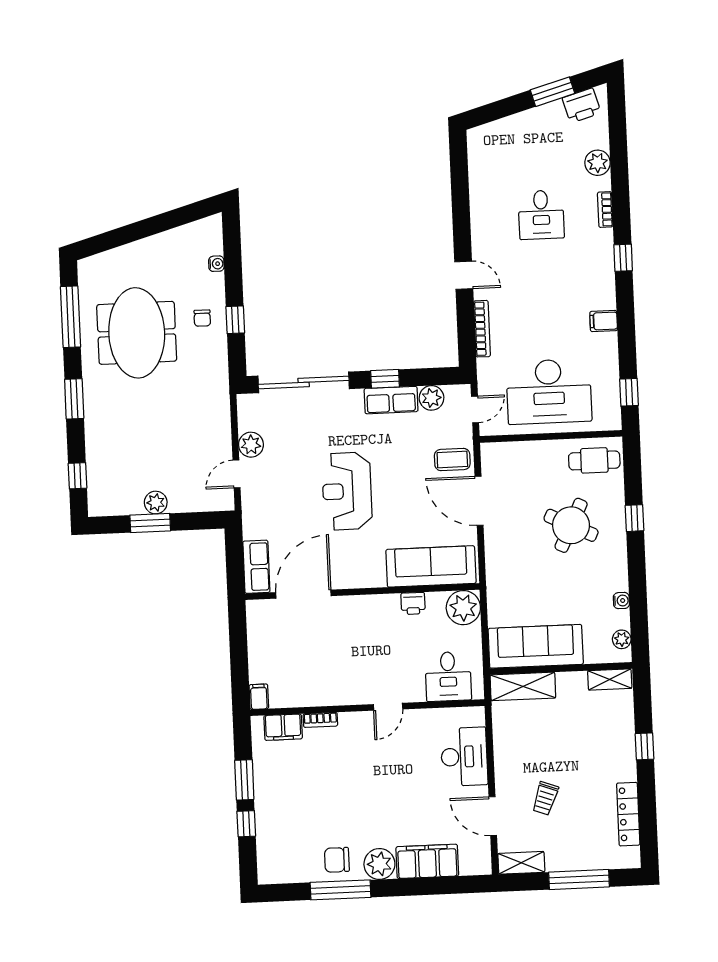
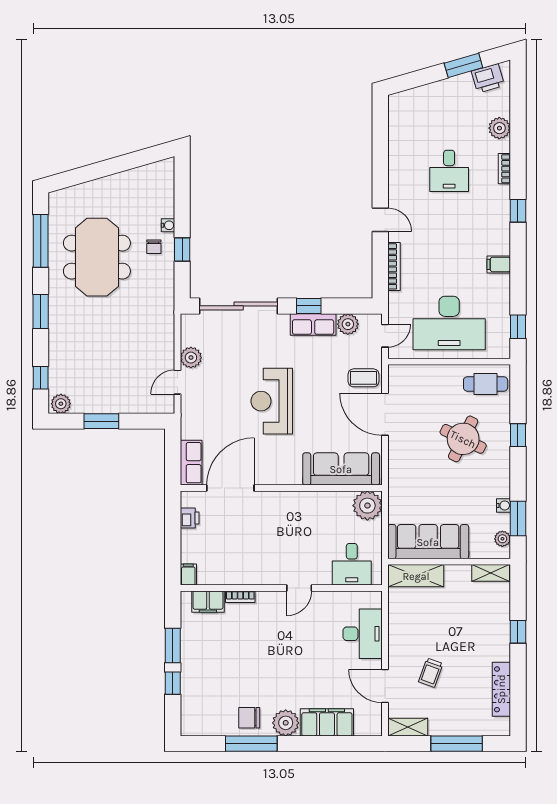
water cooler: (216, 264) -> (168, 225), moved
plant: (156, 503) -> (61, 404), moved
printer: (413, 603) -> (190, 518), moved, turned -90
window: (639, 615) -> (518, 518), added

